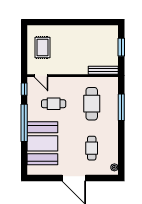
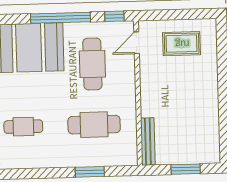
cafe table: (54, 104) -> (92, 64), width x1.37, depth x1.35
window: (121, 107) -> (90, 172), width x0.69

